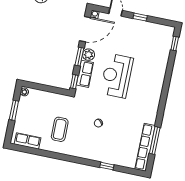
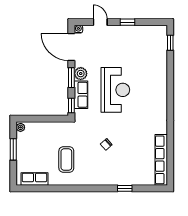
door: (85, 29) -> (71, 47), swing flipped
reception desk: (117, 76) -> (115, 90), turned 180
window: (155, 141) -> (170, 151), removed

